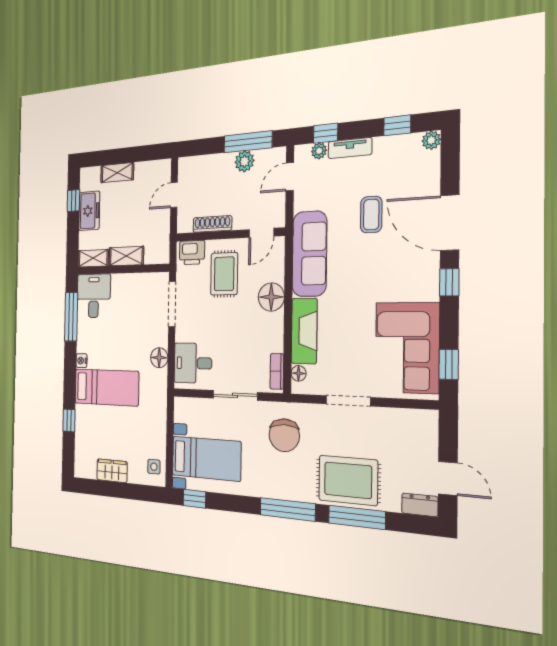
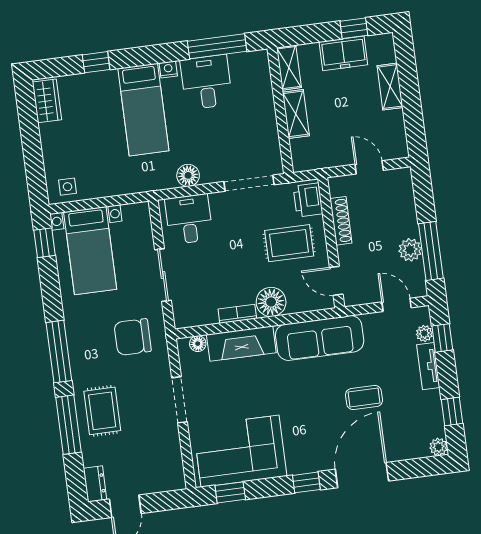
desk: (94, 296) -> (206, 82), moved, turned -90
bookcase: (277, 371) -> (237, 314), moved
wardrobe: (112, 471) -> (47, 101), moved
rug: (348, 480) -> (102, 411), width x0.73, depth x0.70

